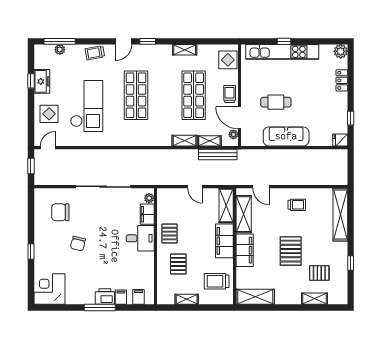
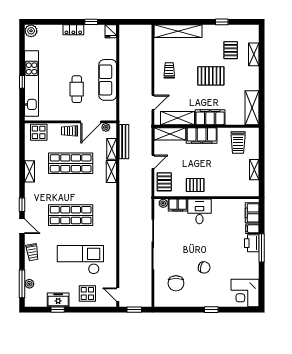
locker: (342, 80) -> (73, 30), moved
pallet: (178, 264) -> (164, 182), moved, turned 90
filing cabinet: (139, 297) -> (252, 213), width x2.00

